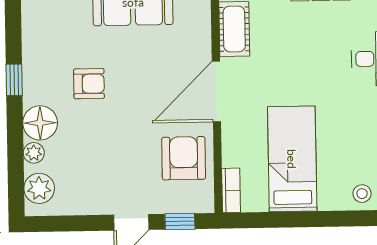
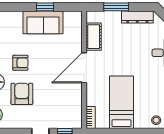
armchair: (184, 158) -> (22, 94), moved

